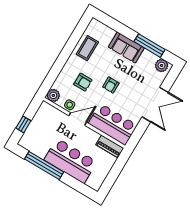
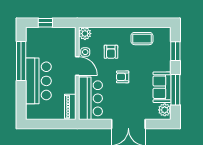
window: (116, 25) -> (175, 51), added
sofa: (126, 48) -> (162, 87), moved

